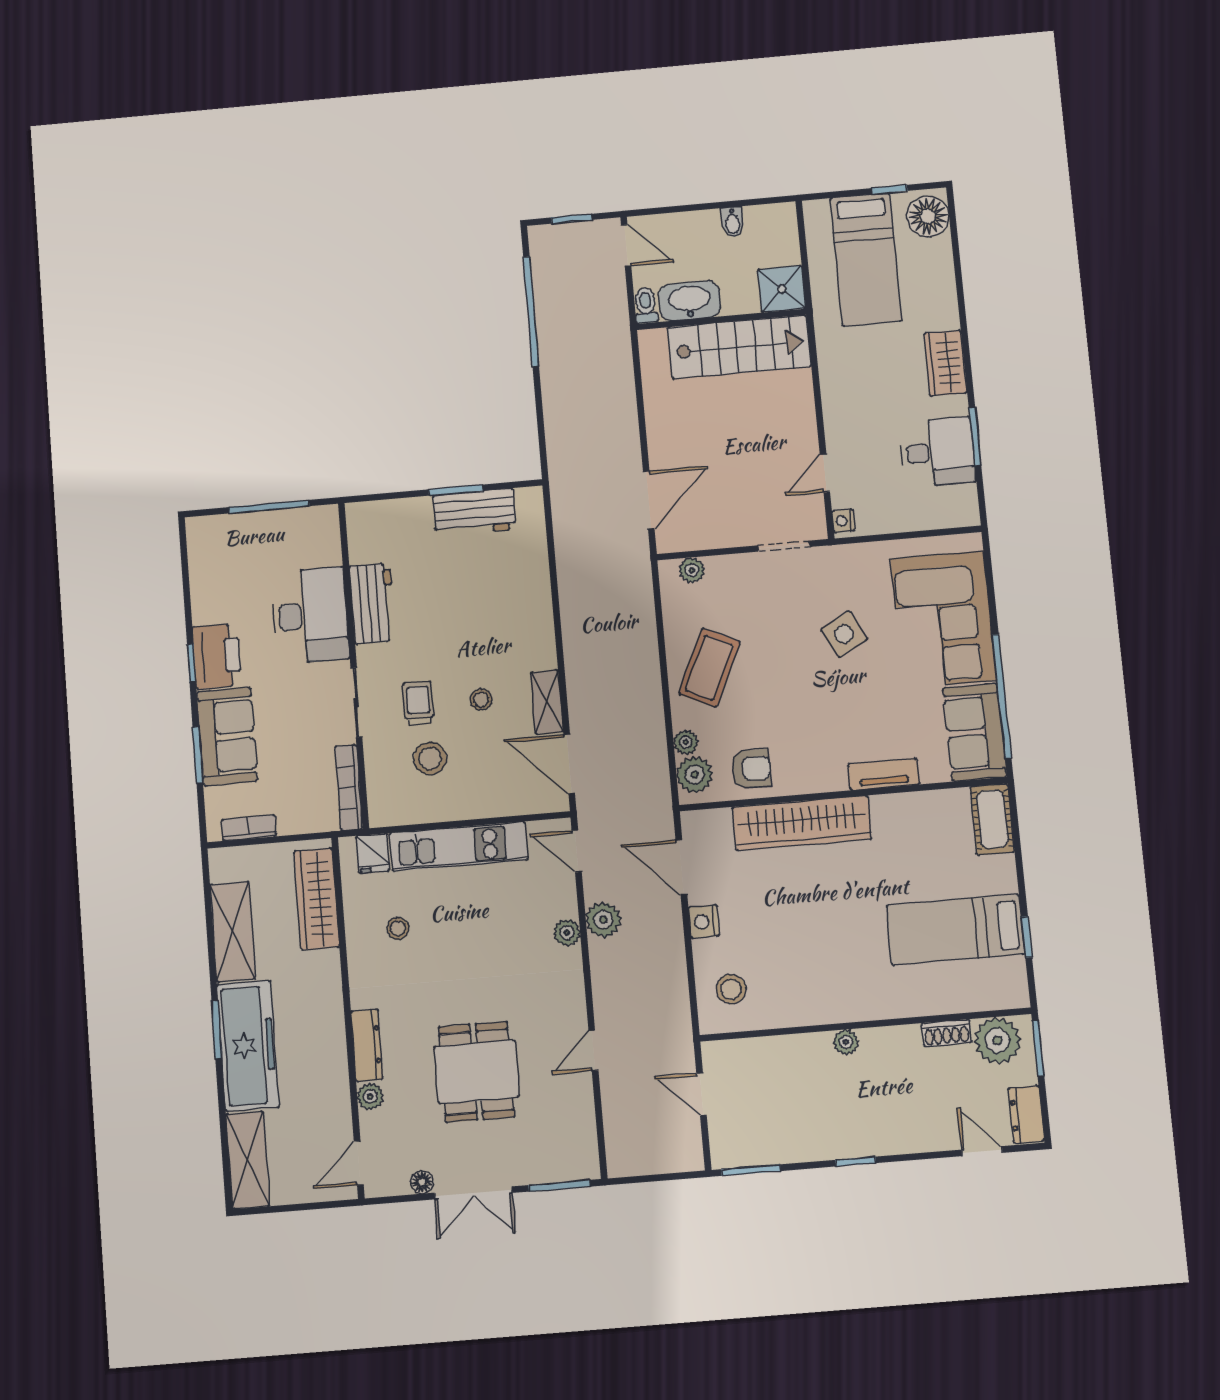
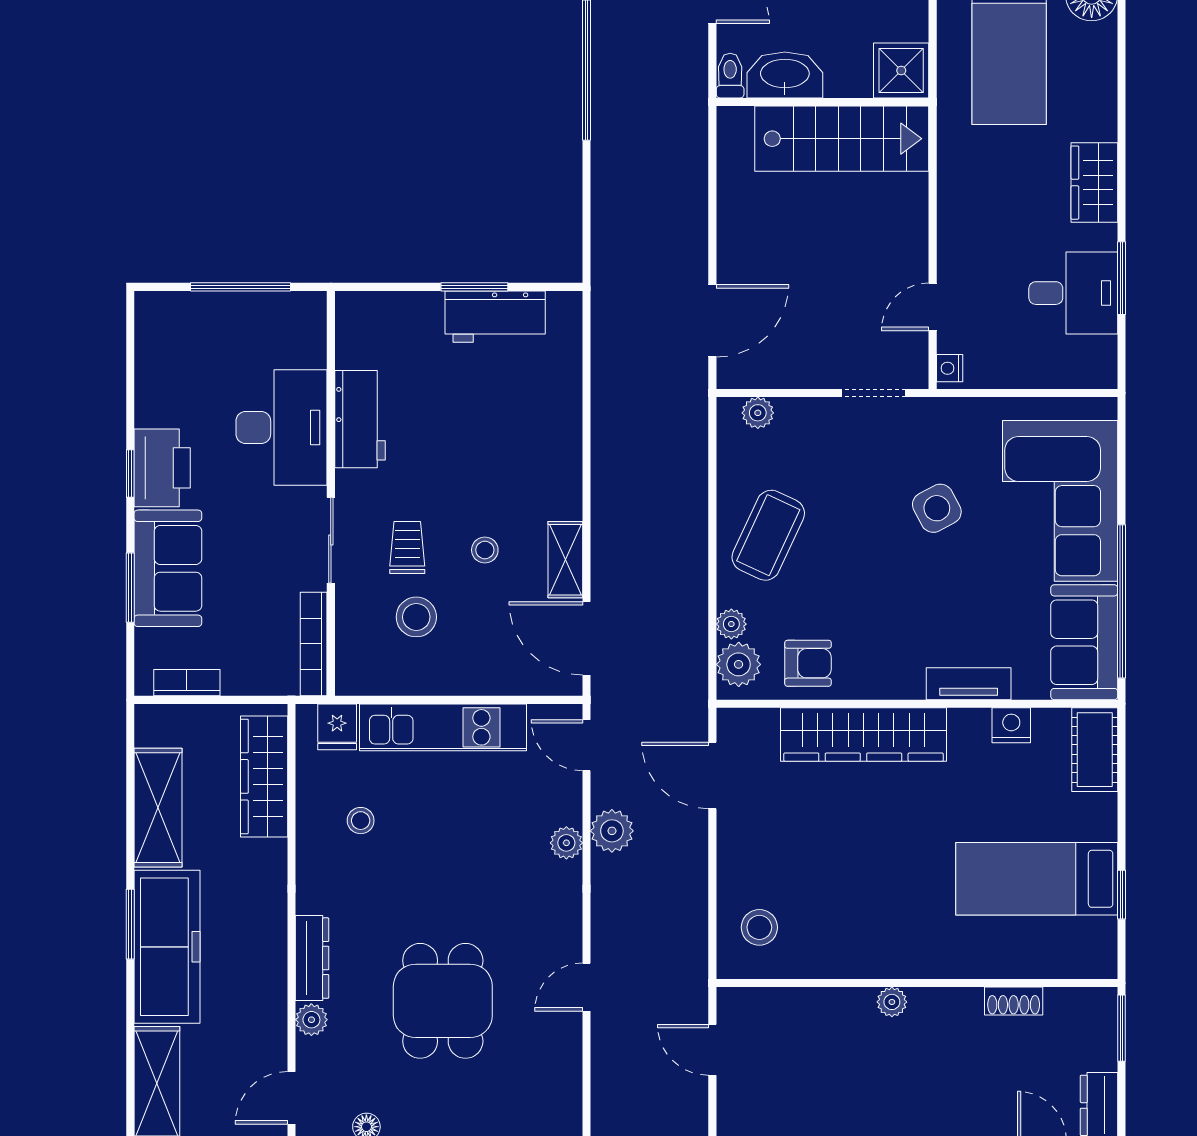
nightstand: (704, 922) -> (1011, 725), moved, turned 90
plant: (997, 1040) -> (1074, 1015), removed

